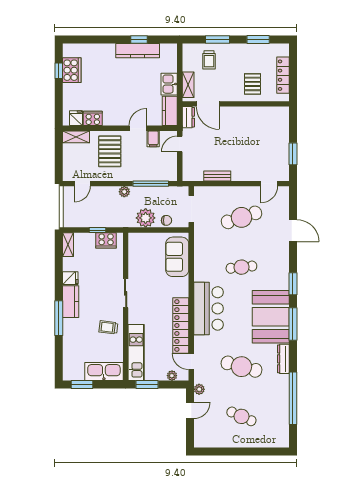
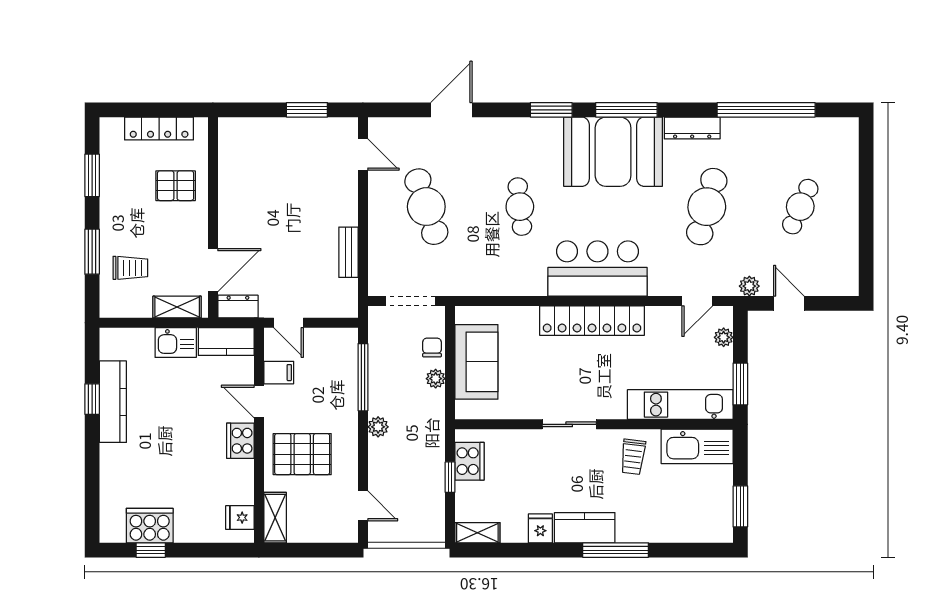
cooker: (93, 118) -> (240, 441), moved
plant: (146, 218) -> (436, 379), width x0.53, depth x0.53
sofa: (177, 257) -> (476, 362), moved, turned -90
locker: (181, 326) -> (592, 321), moved
kitchen sink: (104, 371) -> (697, 446), moved, turned -90

